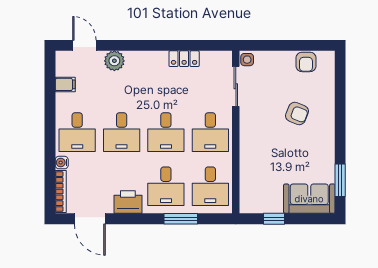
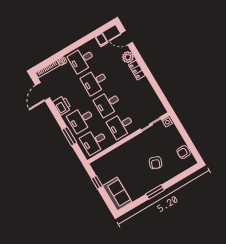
door: (84, 45) -> (127, 38), swing flipped
locker: (184, 59) -> (137, 70), moved
window: (340, 180) -> (155, 192), moved

